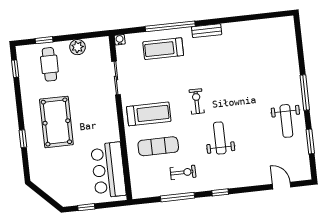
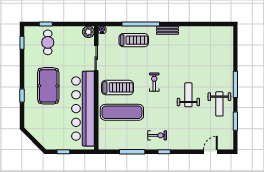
plant: (78, 47) -> (88, 32), moved
treadmill: (163, 49) -> (134, 40), turned 180
weight bench: (220, 138) -> (188, 95), moved
exercise mat: (158, 146) -> (122, 112), width x1.36, depth x1.45
bar counter: (108, 170) -> (83, 109), width x1.86
exercise bike: (183, 172) -> (157, 135), moved
door: (282, 186) -> (210, 152), hinge flipped

